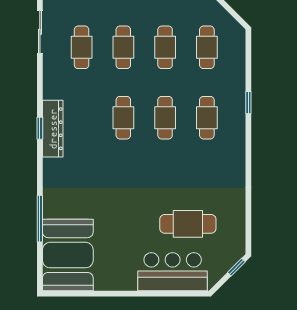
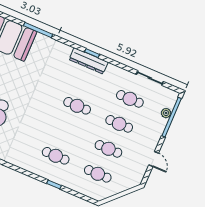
cafe table: (165, 118) -> (66, 131), removed

